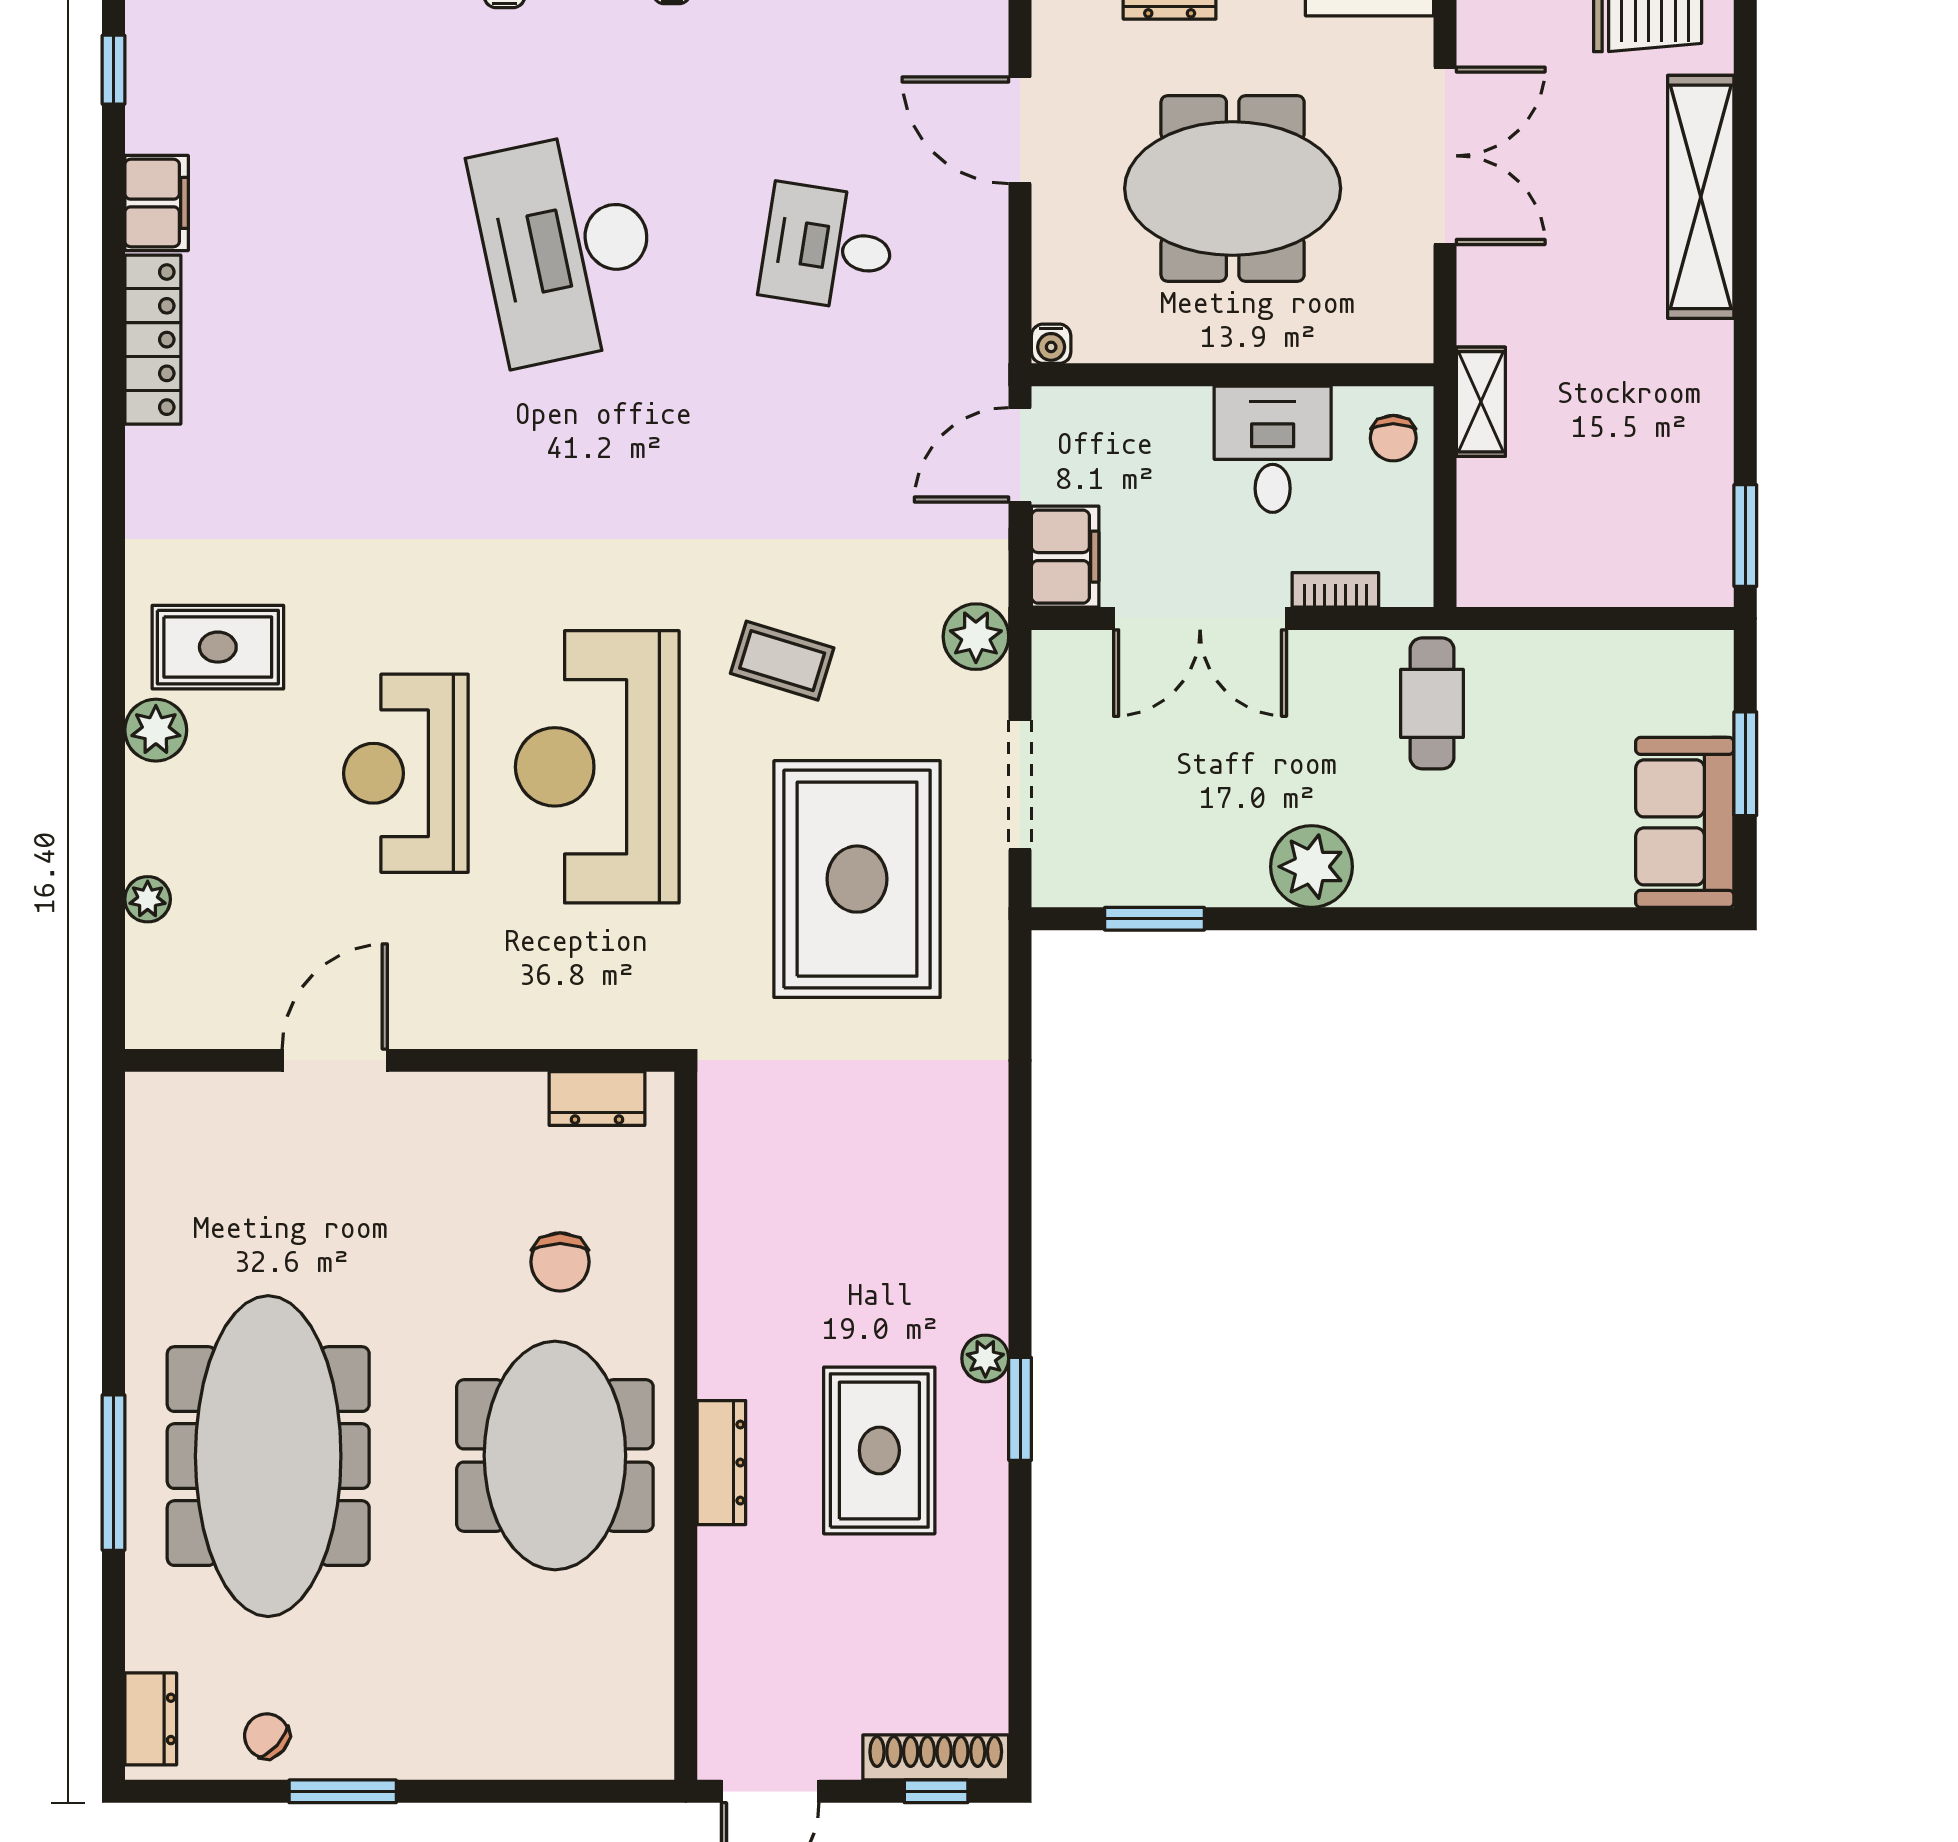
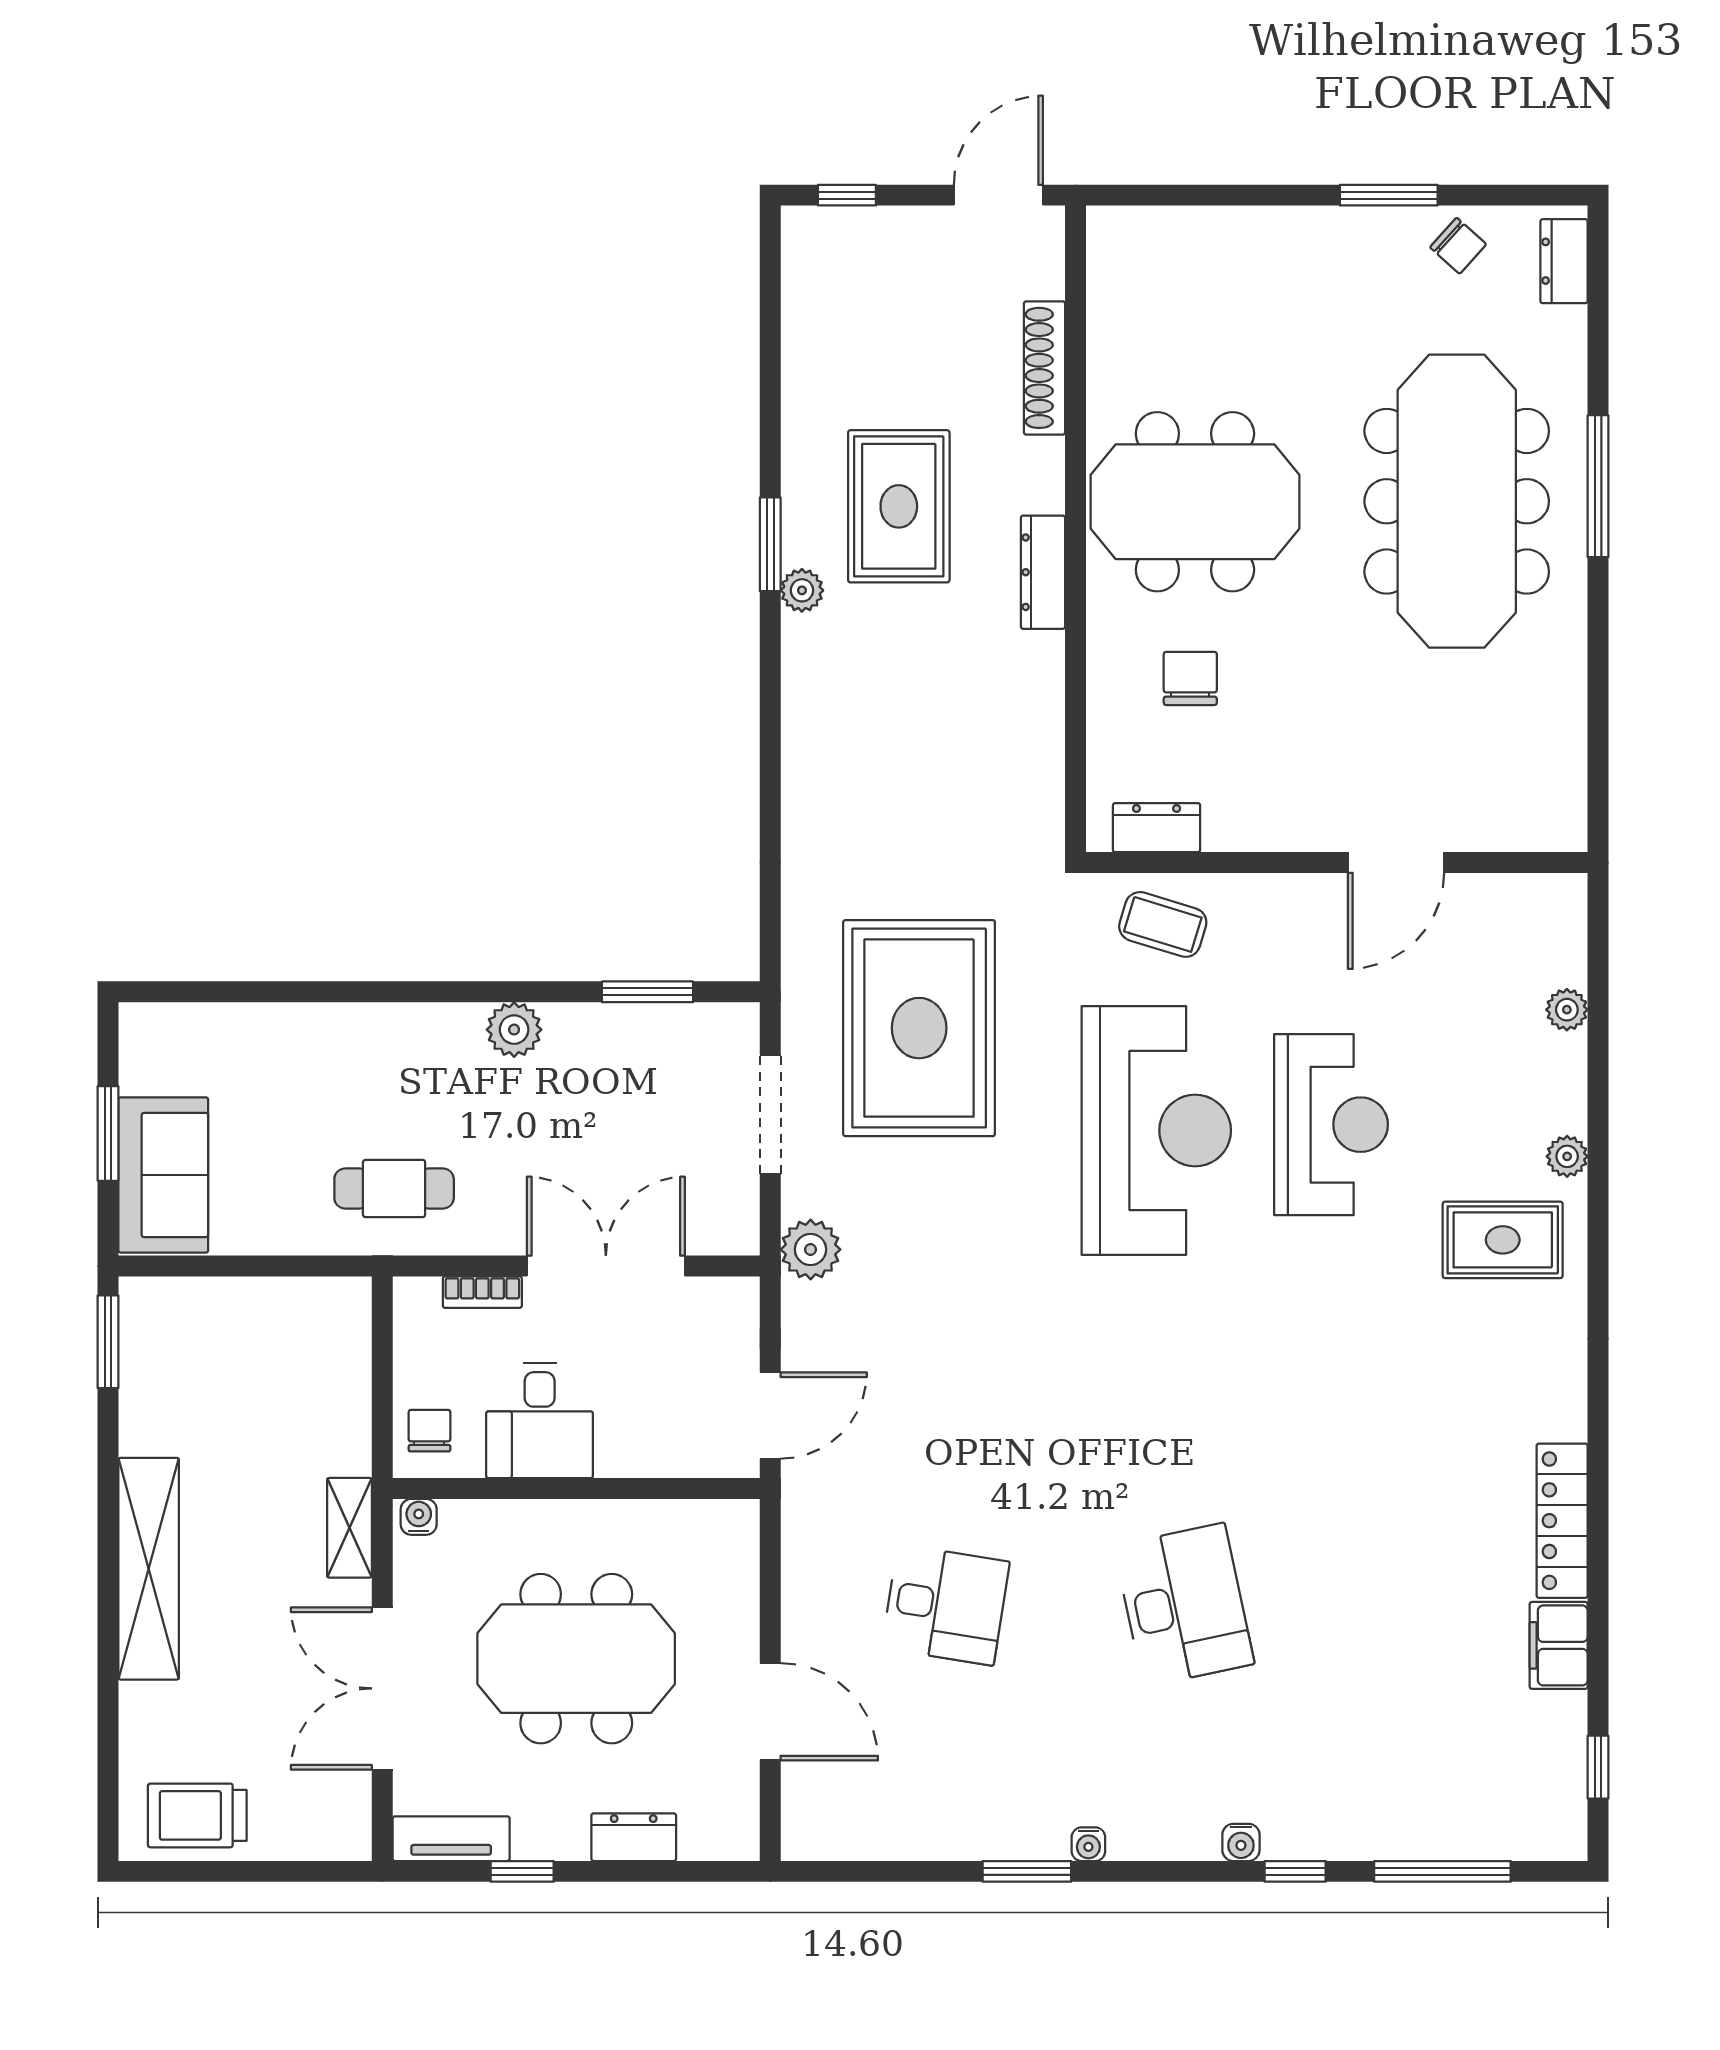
shelving: (1701, 197) -> (149, 1569), moved
desk: (567, 247) -> (1184, 1605), width x0.73, depth x0.77
water cooler: (1051, 344) -> (419, 1517), moved
shelving: (1481, 402) -> (349, 1528), moved
filing cabinet: (1065, 557) -> (729, 1323), removed
coffee table: (782, 661) -> (1163, 924), moved
cafe table: (1432, 703) -> (394, 1189), turned 90
plant: (156, 730) -> (1567, 1156), width x0.73, depth x0.73
sofa: (1685, 822) -> (163, 1175), moved
plant: (1312, 867) -> (514, 1030), width x0.73, depth x0.73
meeting table: (555, 1456) -> (1195, 502), turned 90
dresser: (721, 1463) -> (1043, 572), moved
shoe rack: (936, 1757) -> (1045, 368), moved, turned 90

